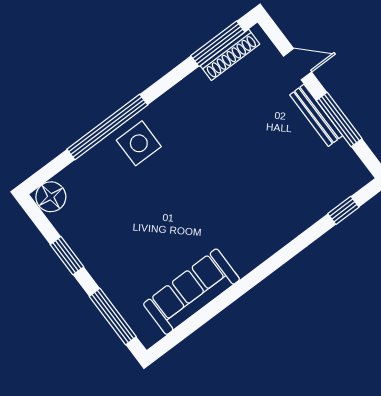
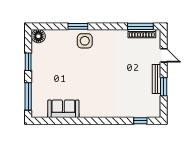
window: (339, 120) -> (164, 87), width x0.69
window: (107, 127) -> (78, 26), width x0.47
sofa: (191, 292) -> (63, 109), width x0.73

